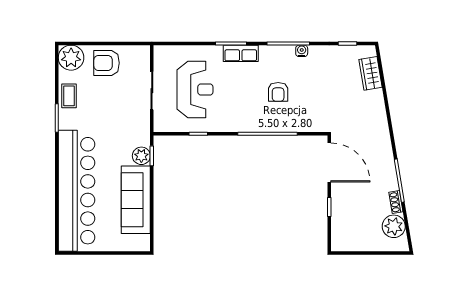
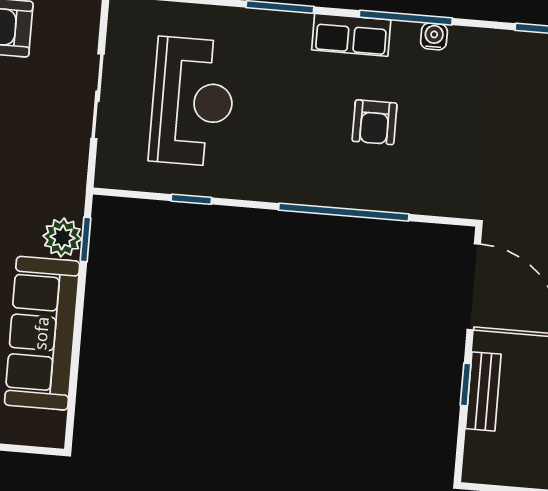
row of seats: (241, 53) -> (351, 35), moved
bench: (337, 209) -> (483, 391), added

